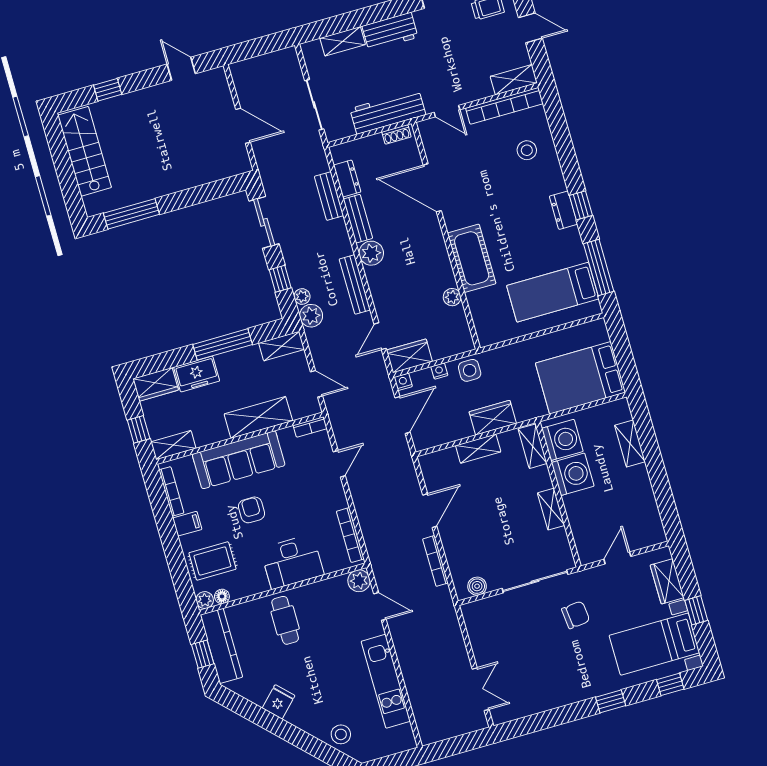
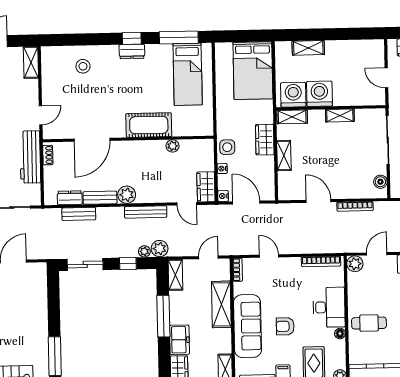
bookcase: (504, 106) -> (48, 74), removed
floor lamp: (222, 596) -> (340, 334), moved

